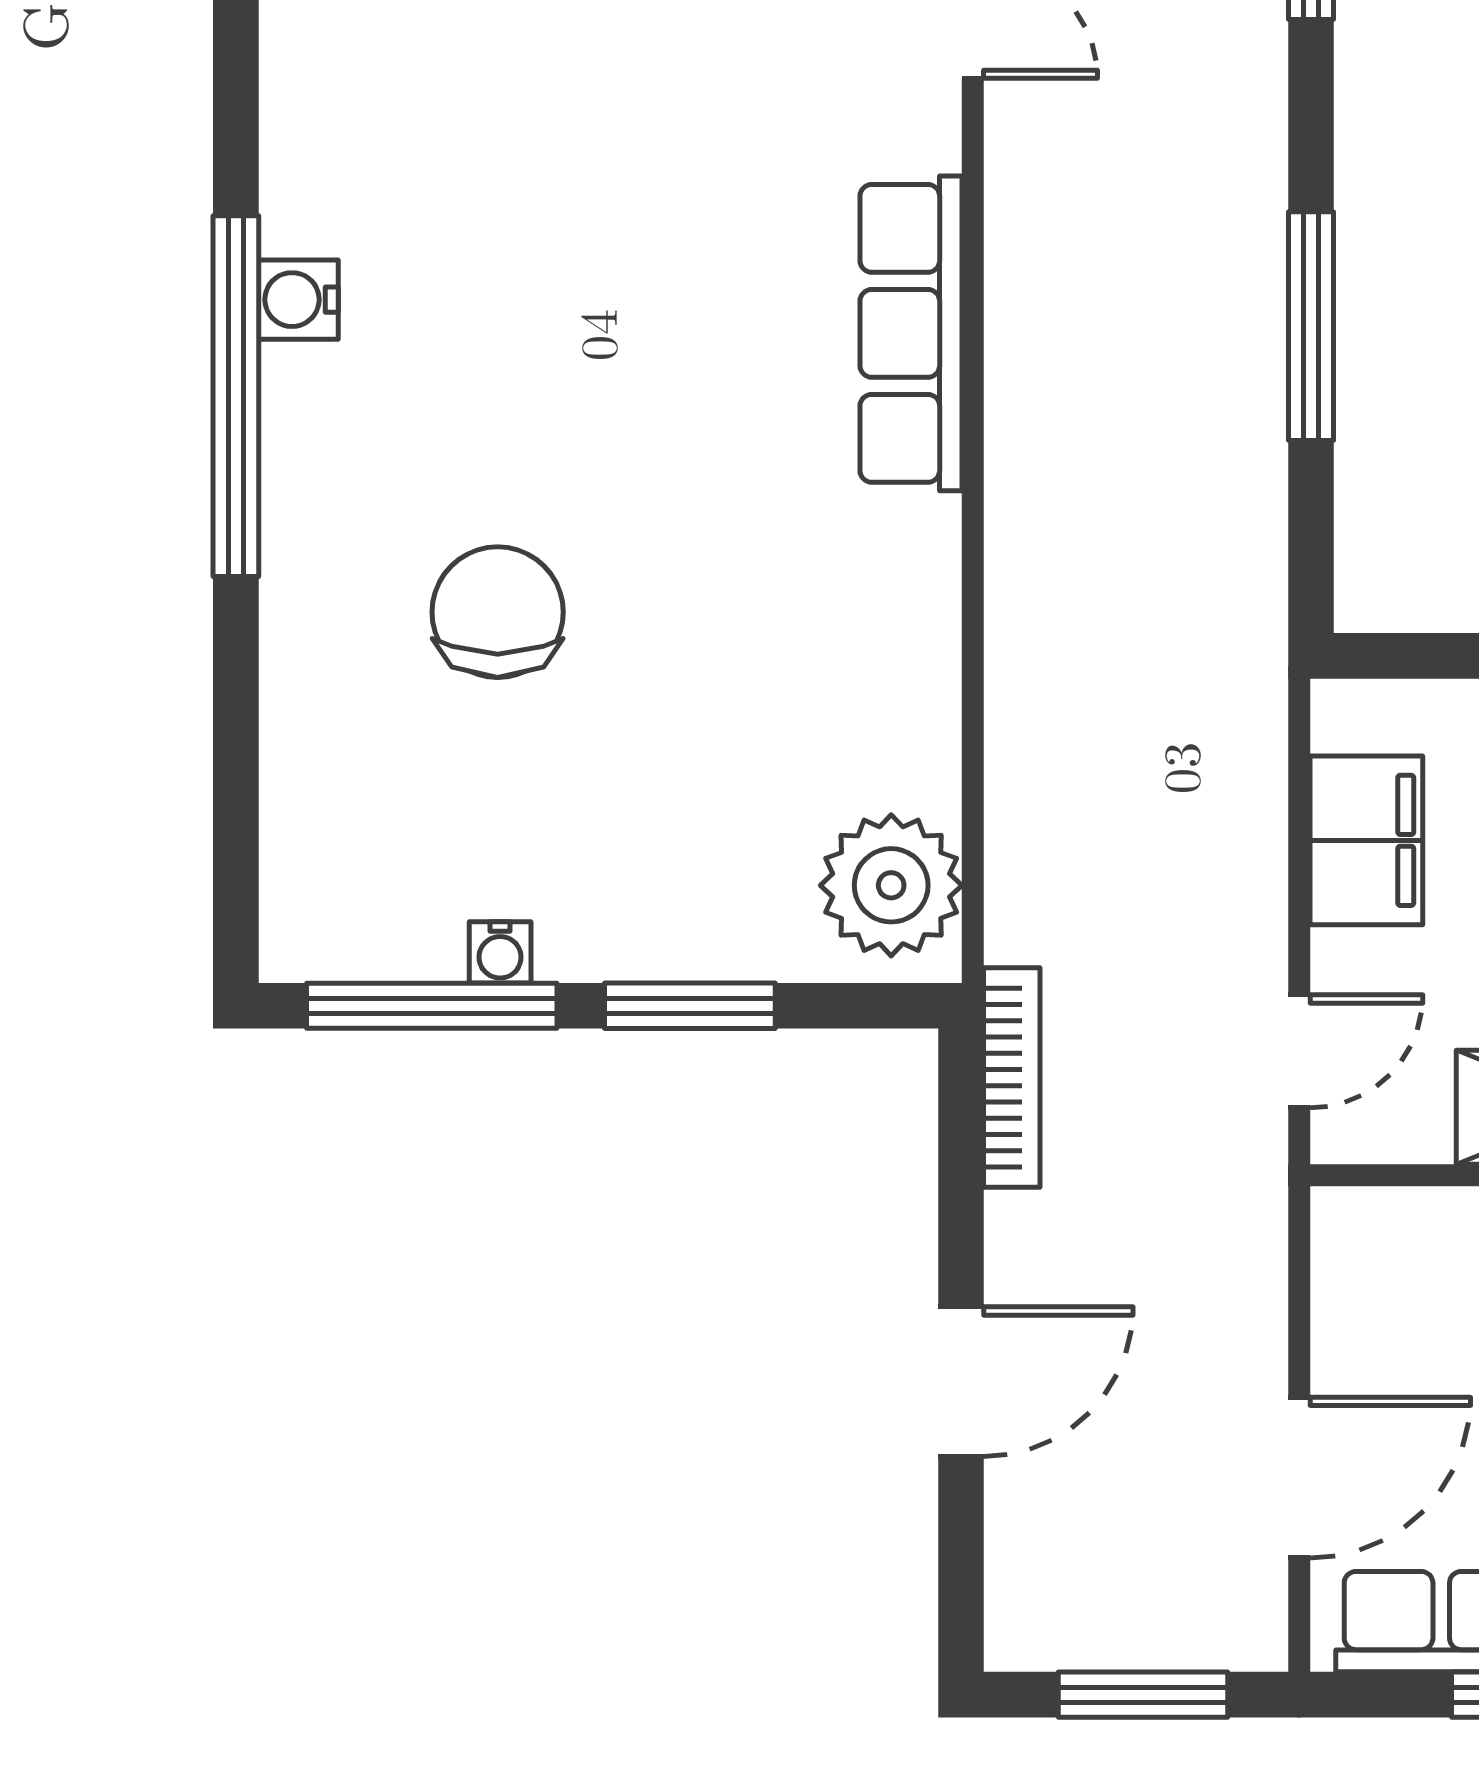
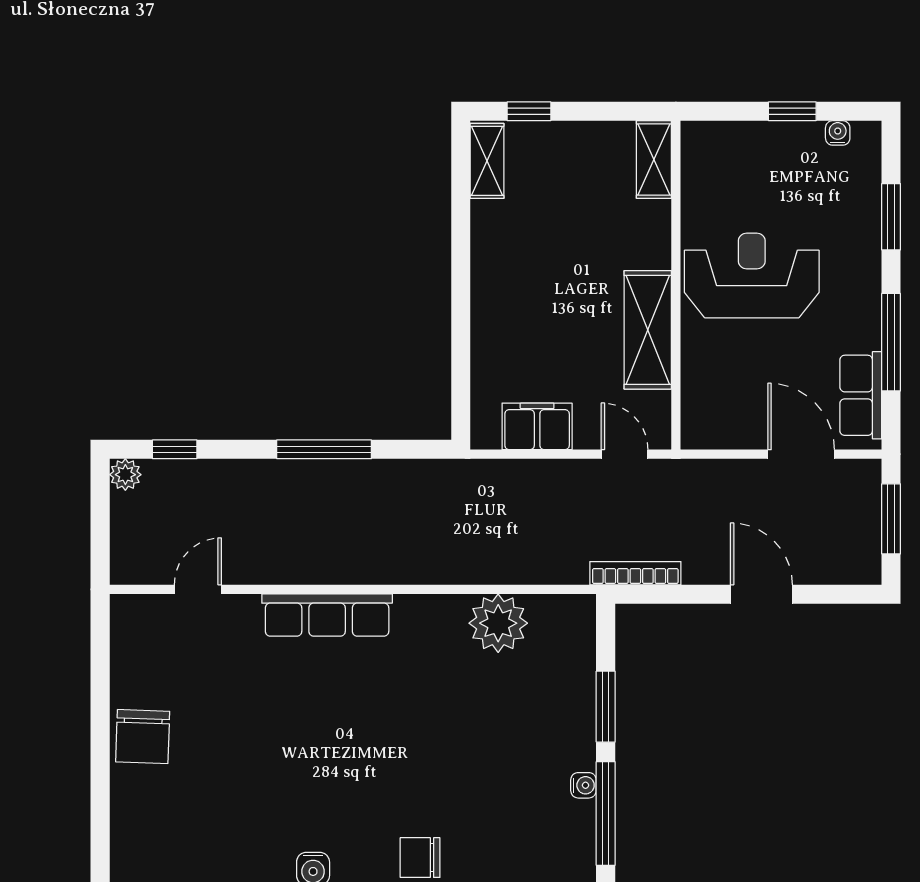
chair: (498, 612) -> (420, 858), moved, width x0.73, depth x0.73
plant: (891, 885) -> (498, 623), moved

